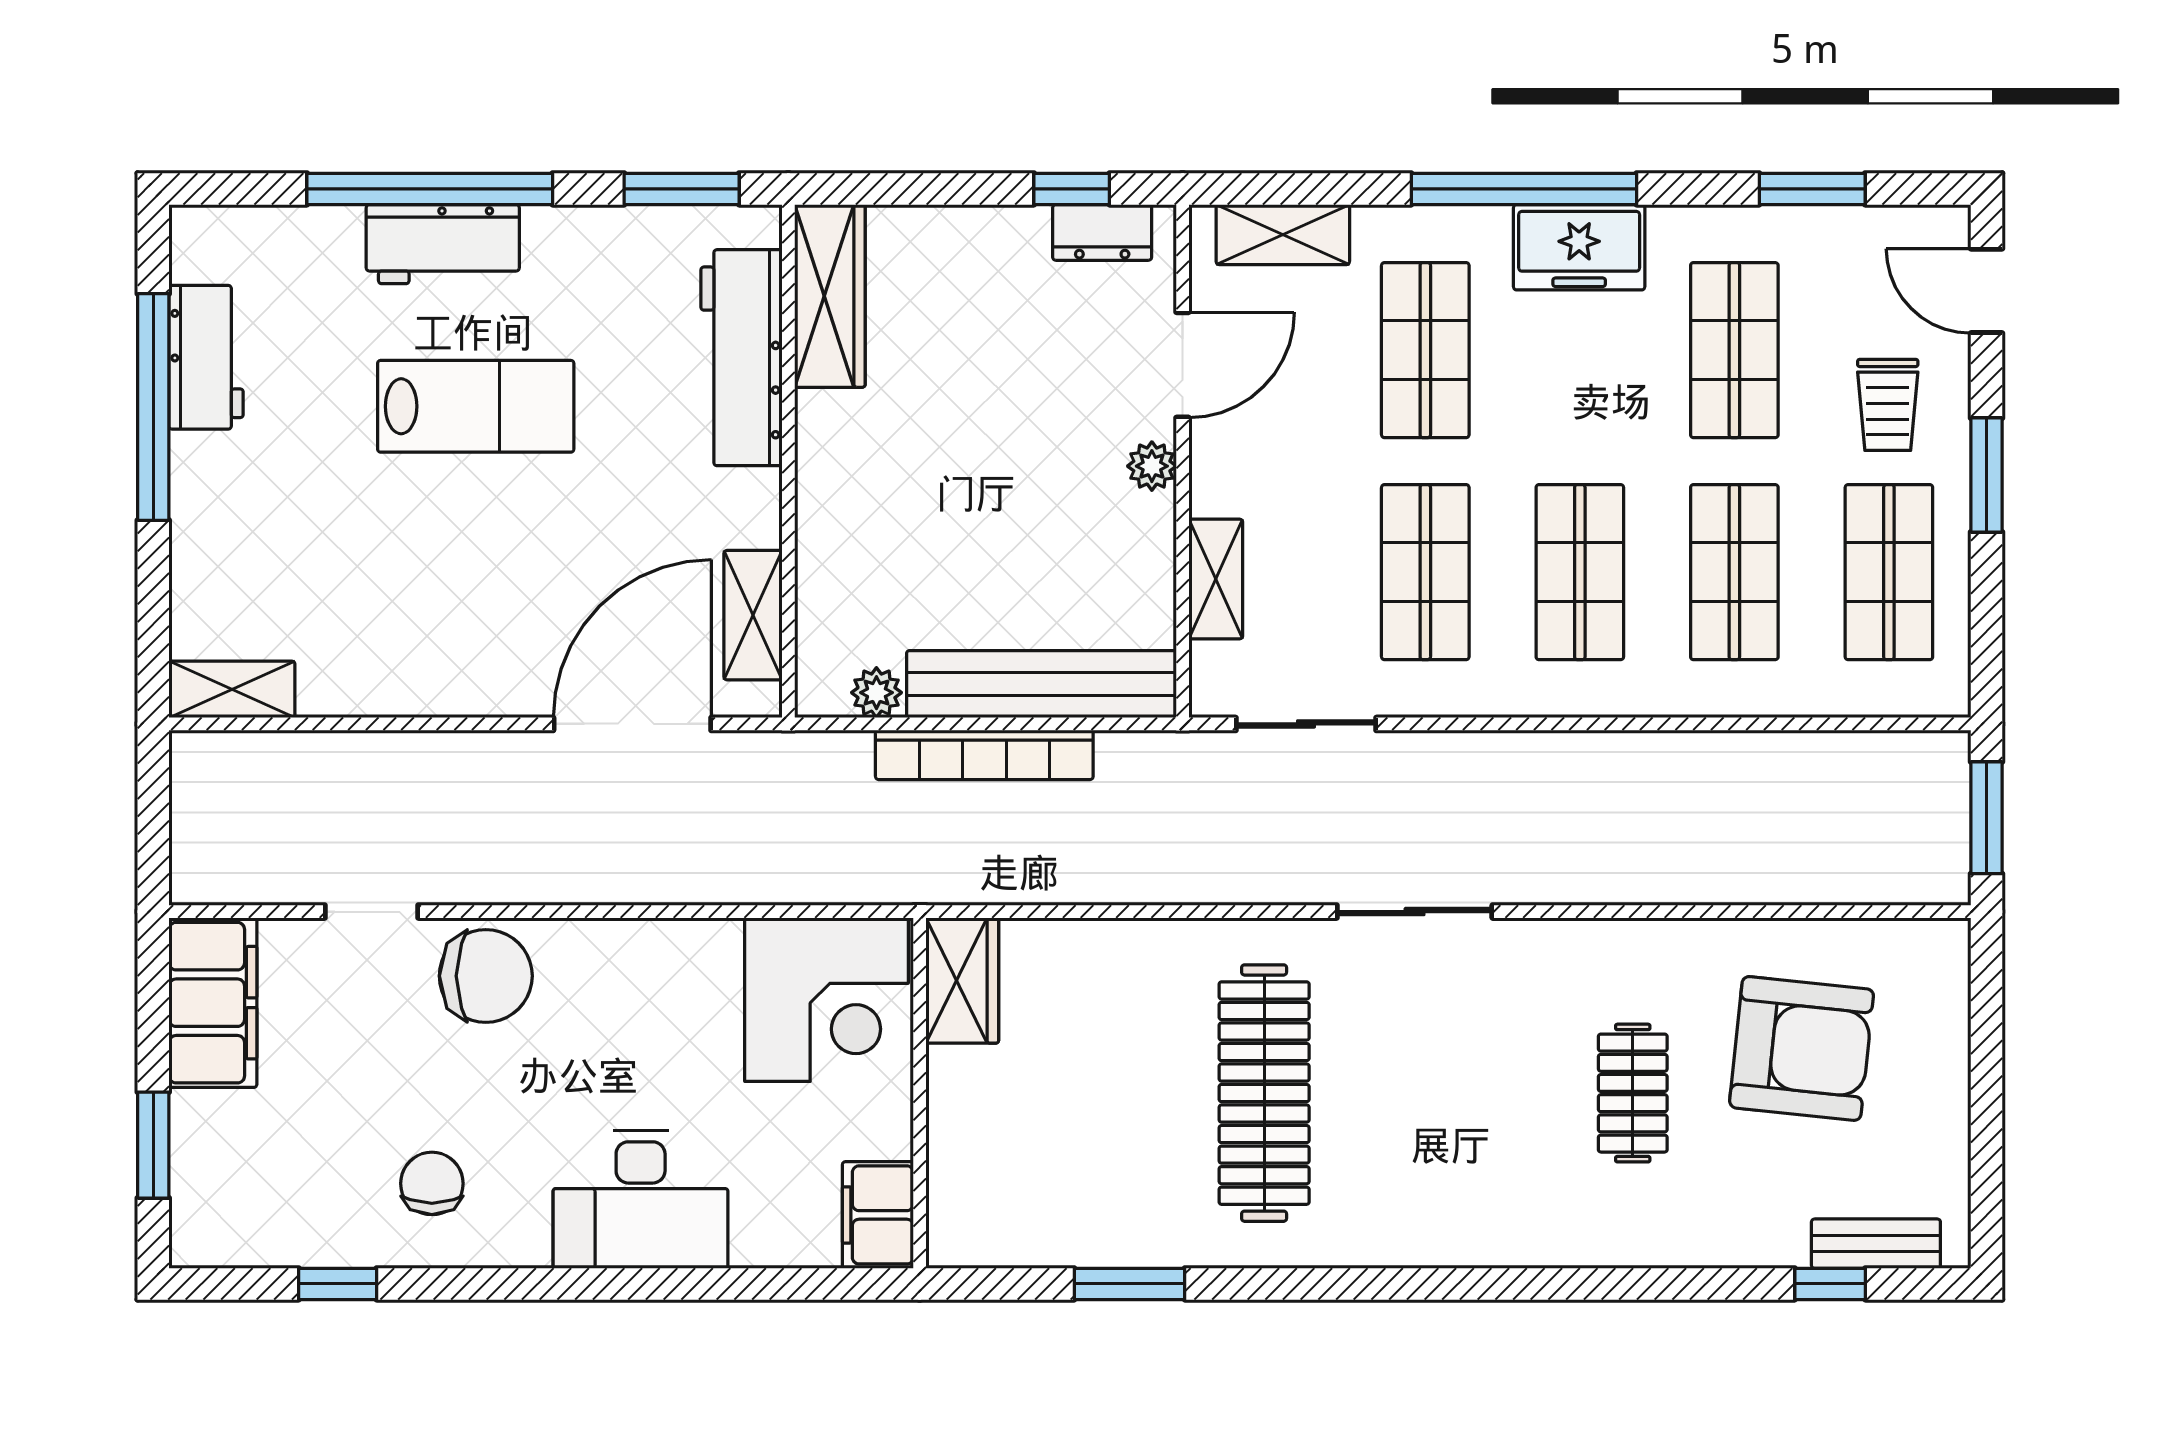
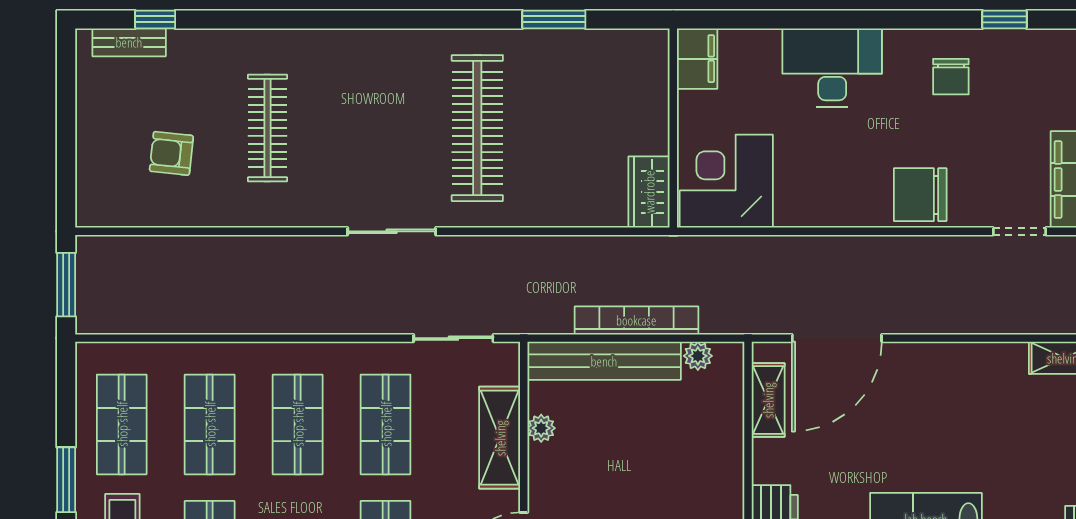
plant: (1152, 466) -> (541, 428), moved
shelving: (1216, 579) -> (500, 438), width x1.50, depth x1.33
doorway: (371, 912) -> (1019, 231), moved
armchair: (1802, 1048) -> (171, 153), width x0.53, depth x0.53
clothes rail: (1633, 1093) -> (267, 128), width x1.36

